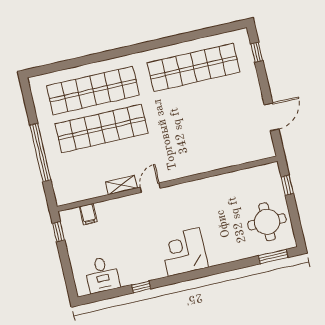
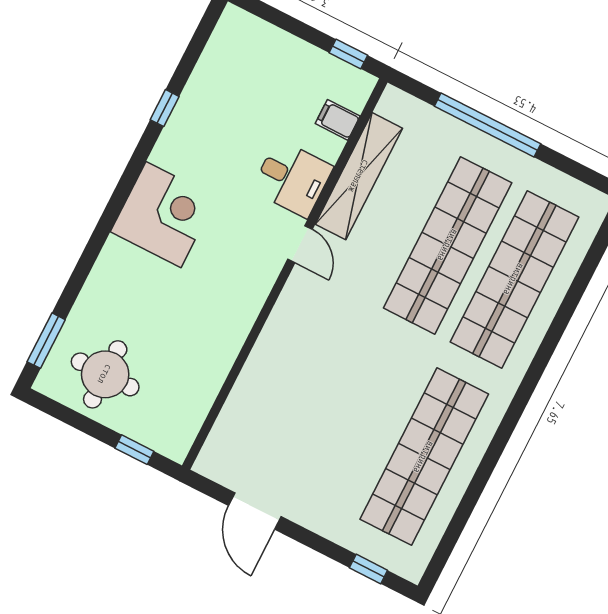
shelving: (121, 185) -> (359, 176), width x2.20, depth x1.33
desk: (102, 275) -> (292, 178), moved, turned 180

